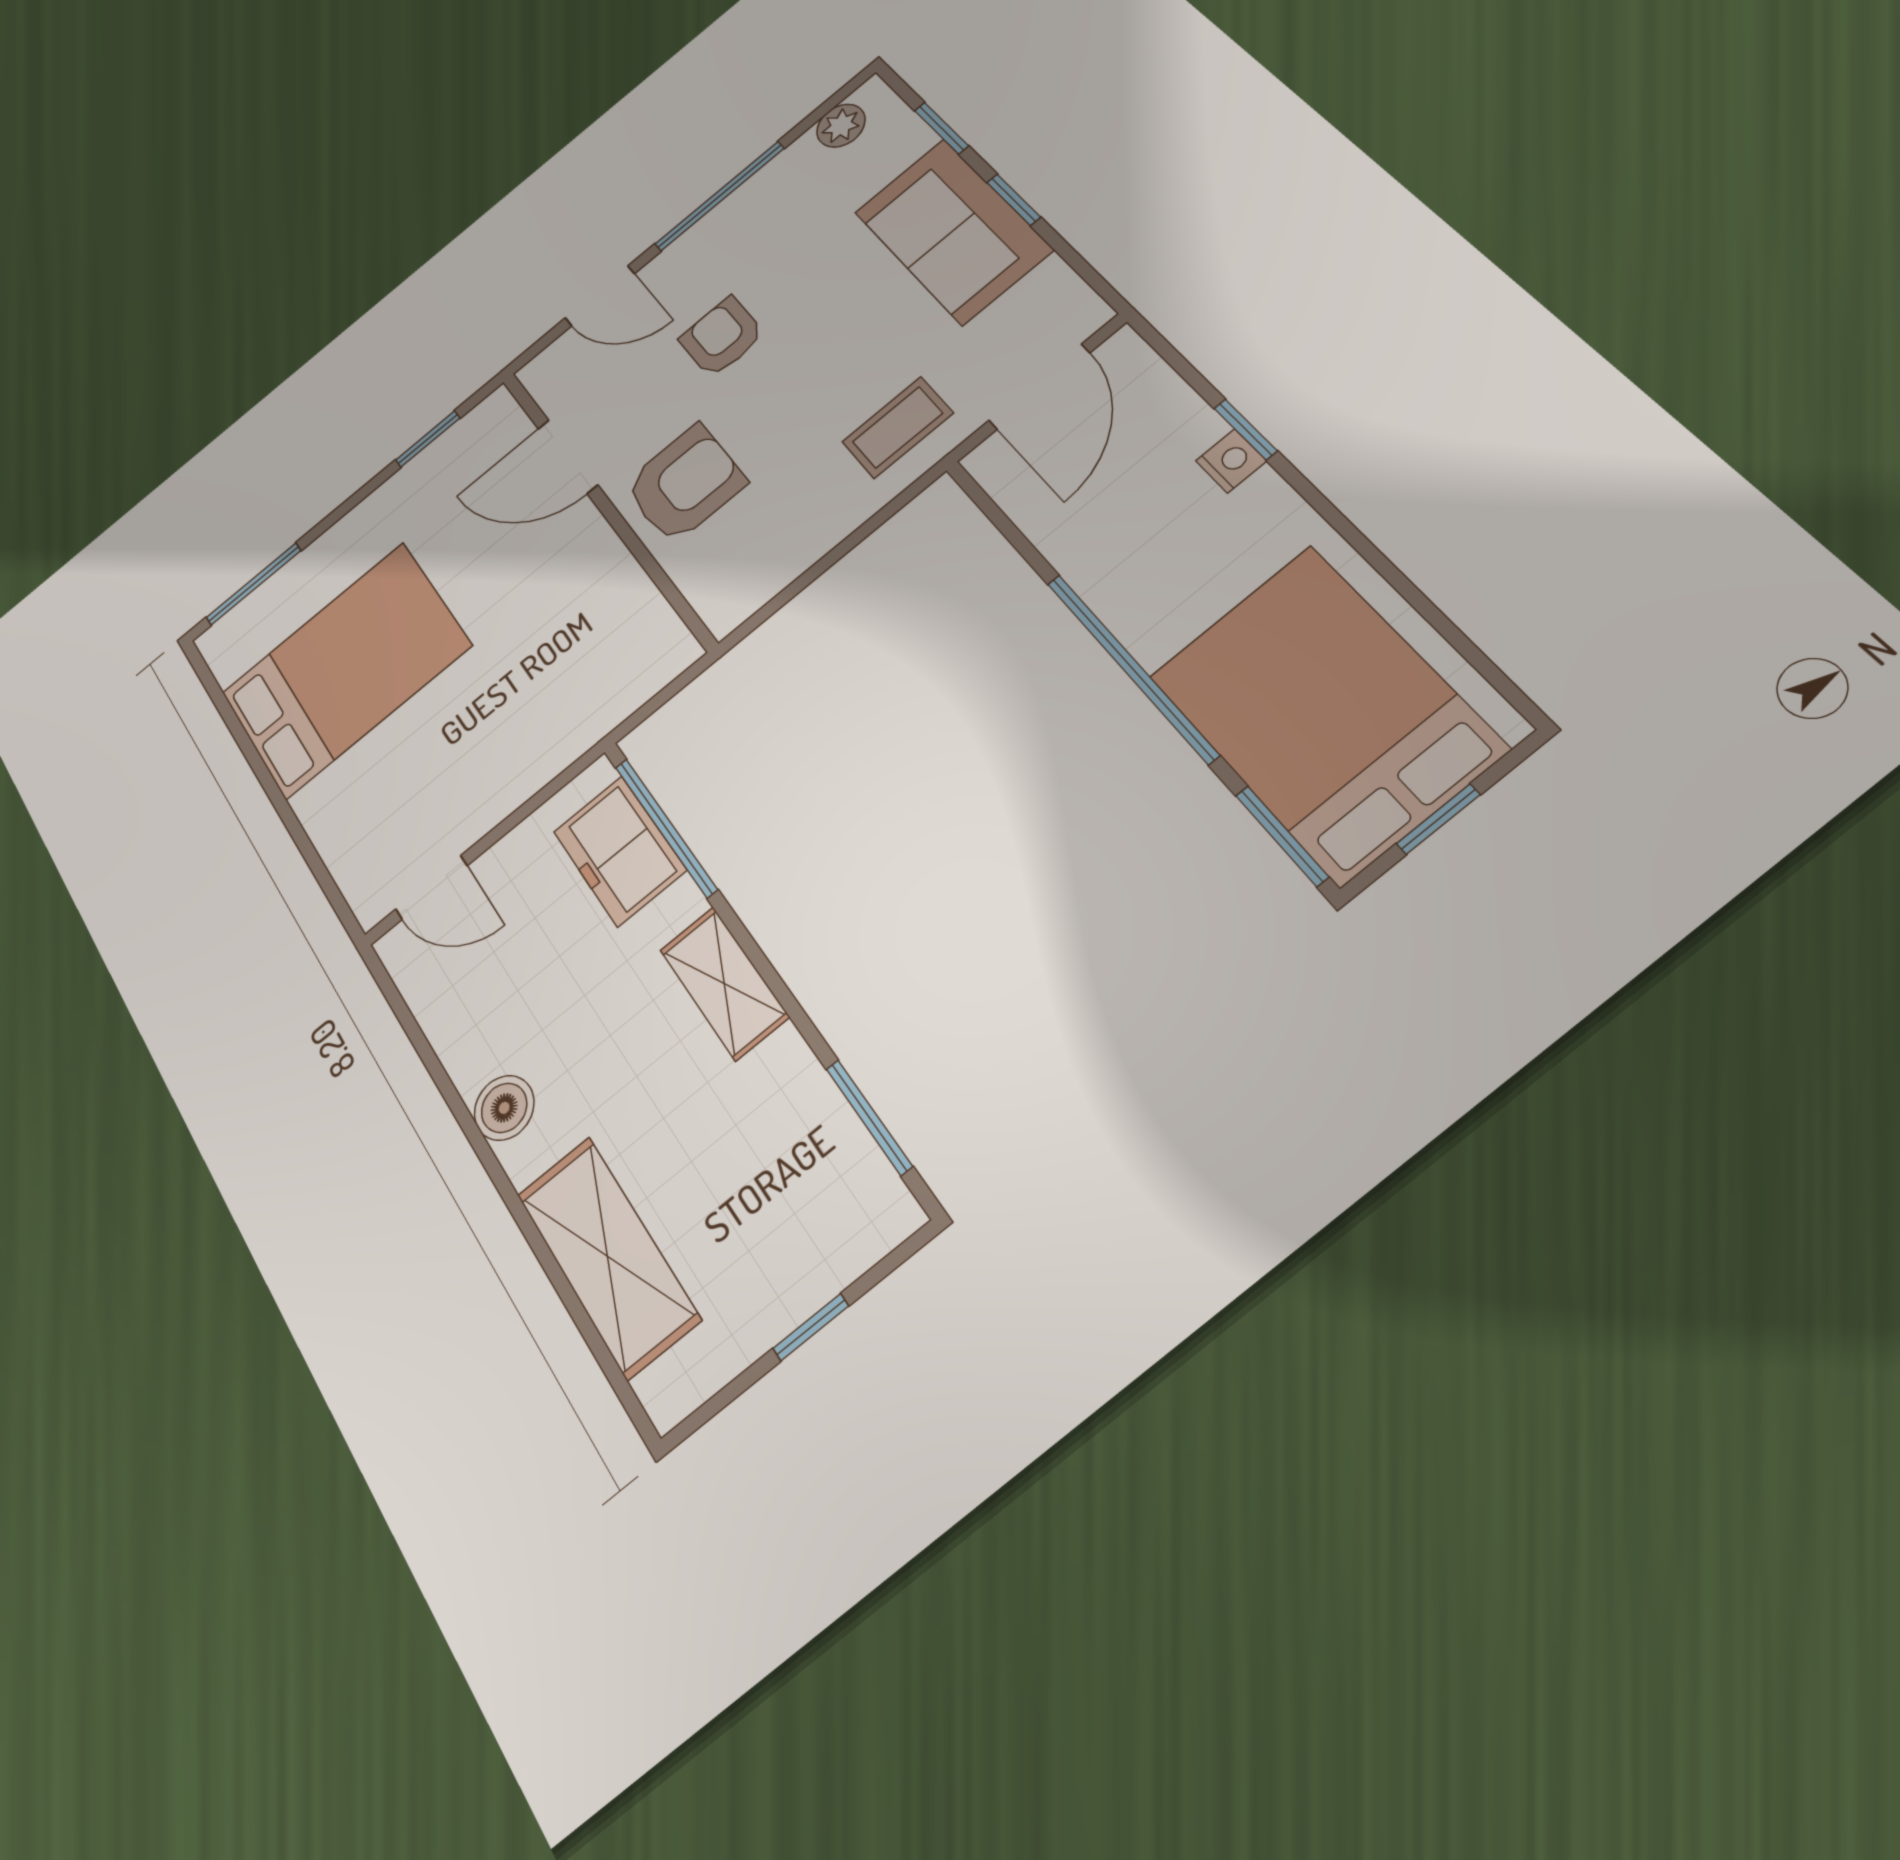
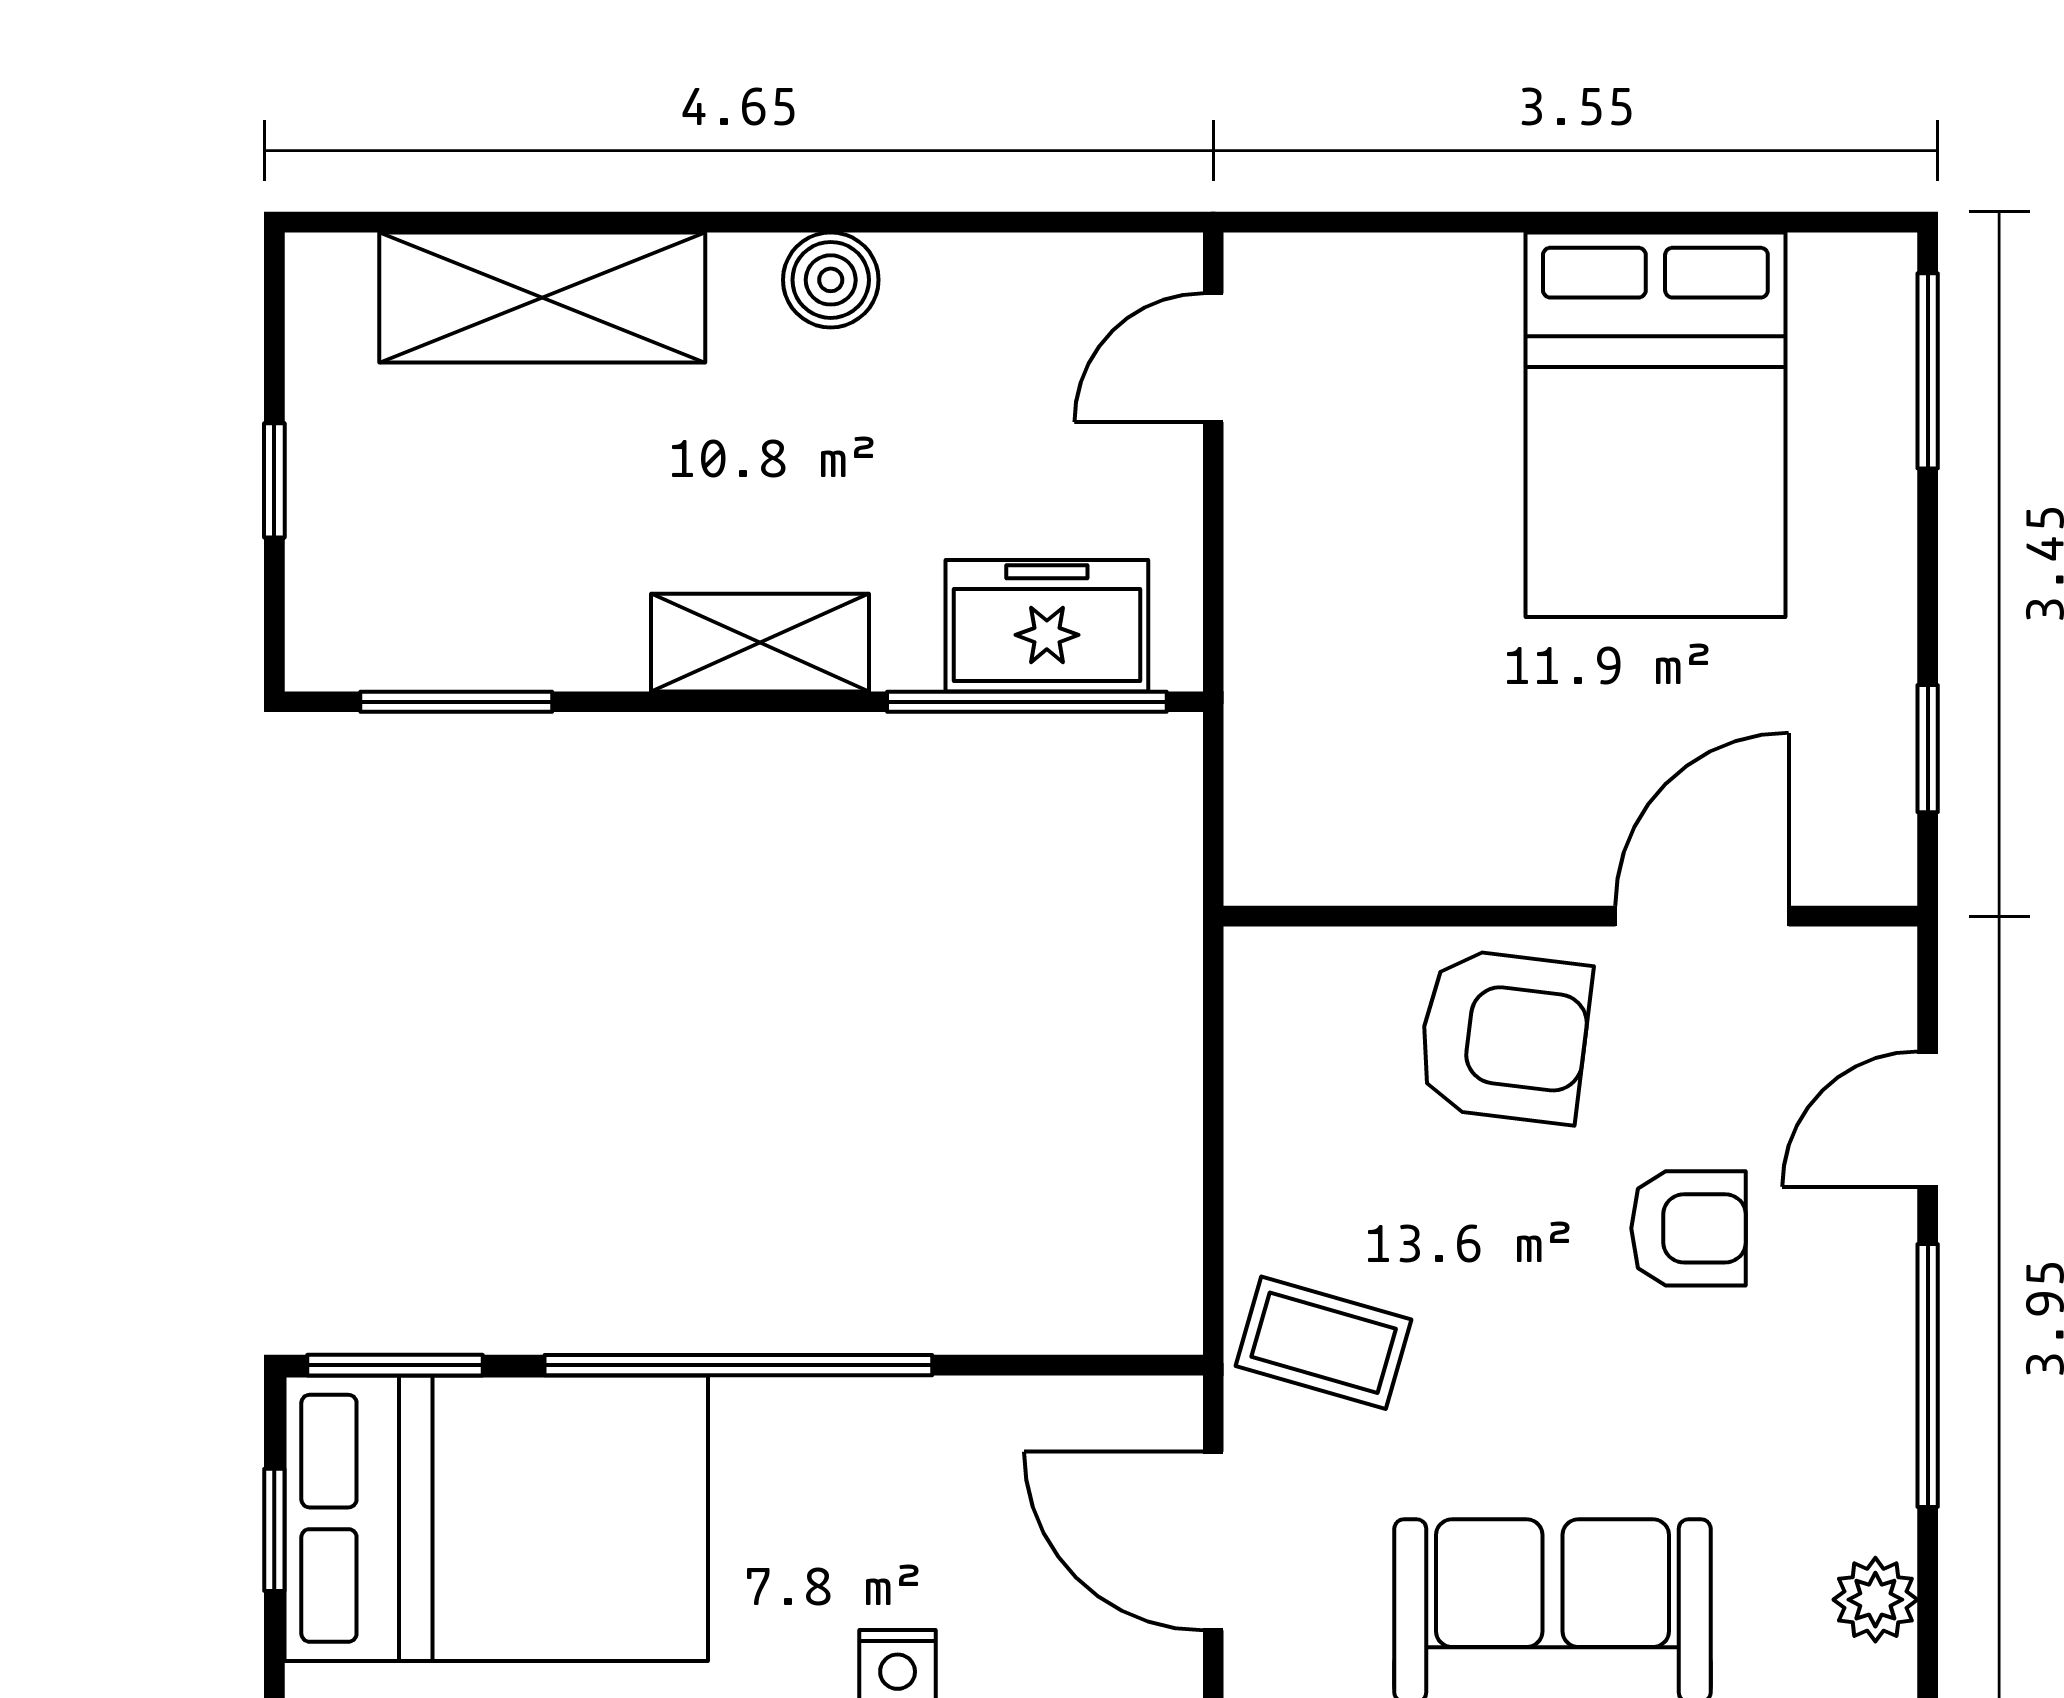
coffee table: (898, 427) -> (1324, 1343), turned -74
armchair: (685, 484) -> (1504, 1036), turned -83

